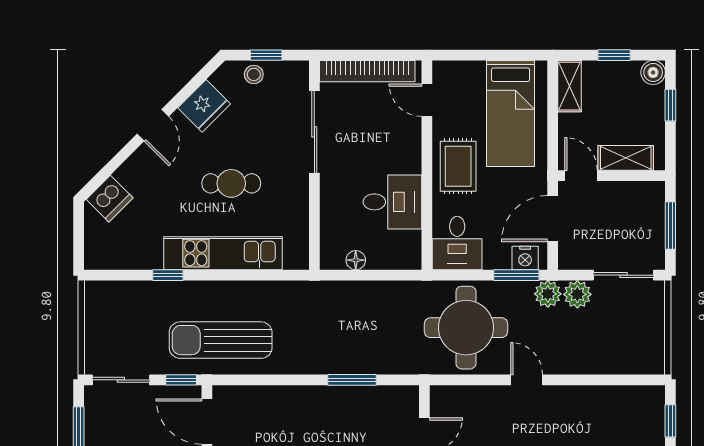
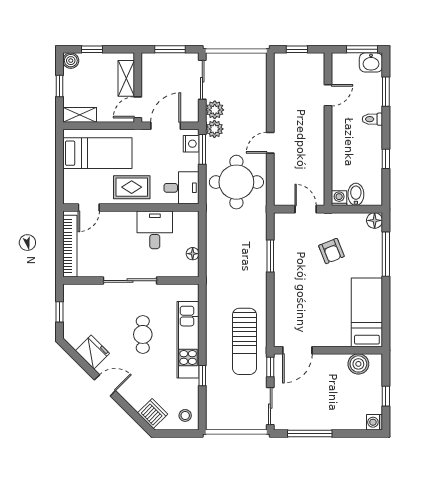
stool: (254, 74) -> (185, 415), moved
sliding door: (314, 132) -> (130, 281), moved
door: (553, 219) -> (166, 126), swing flipped

